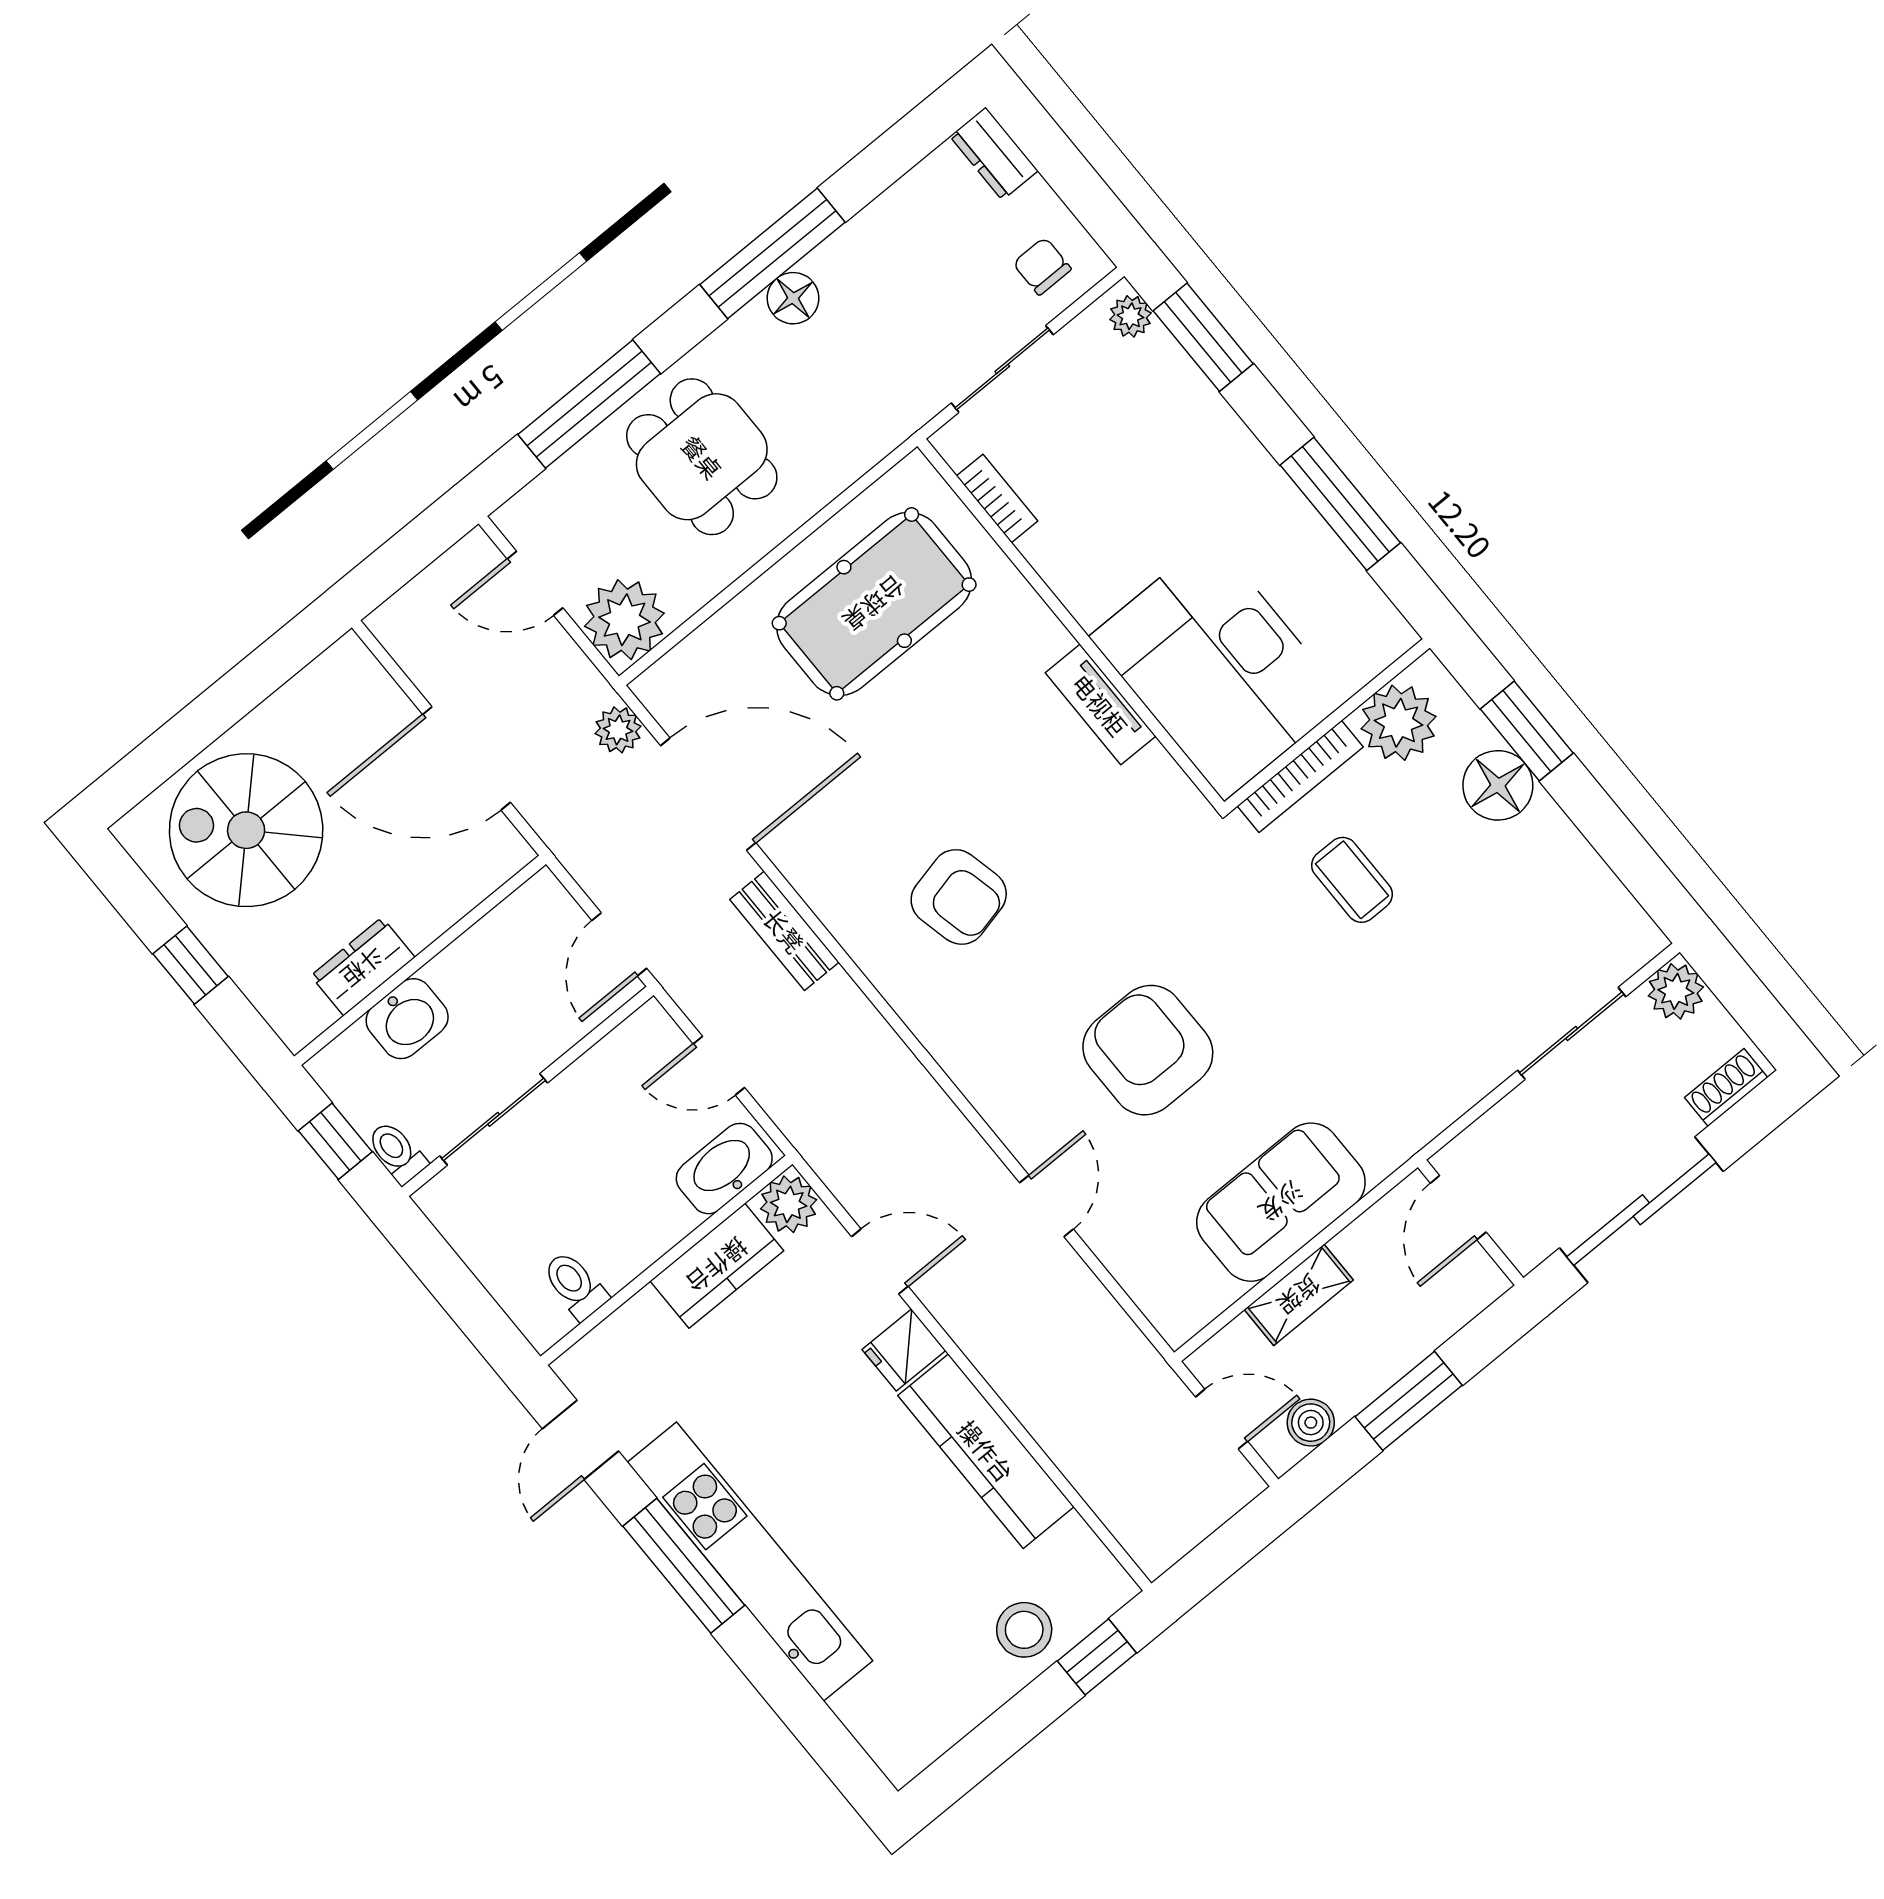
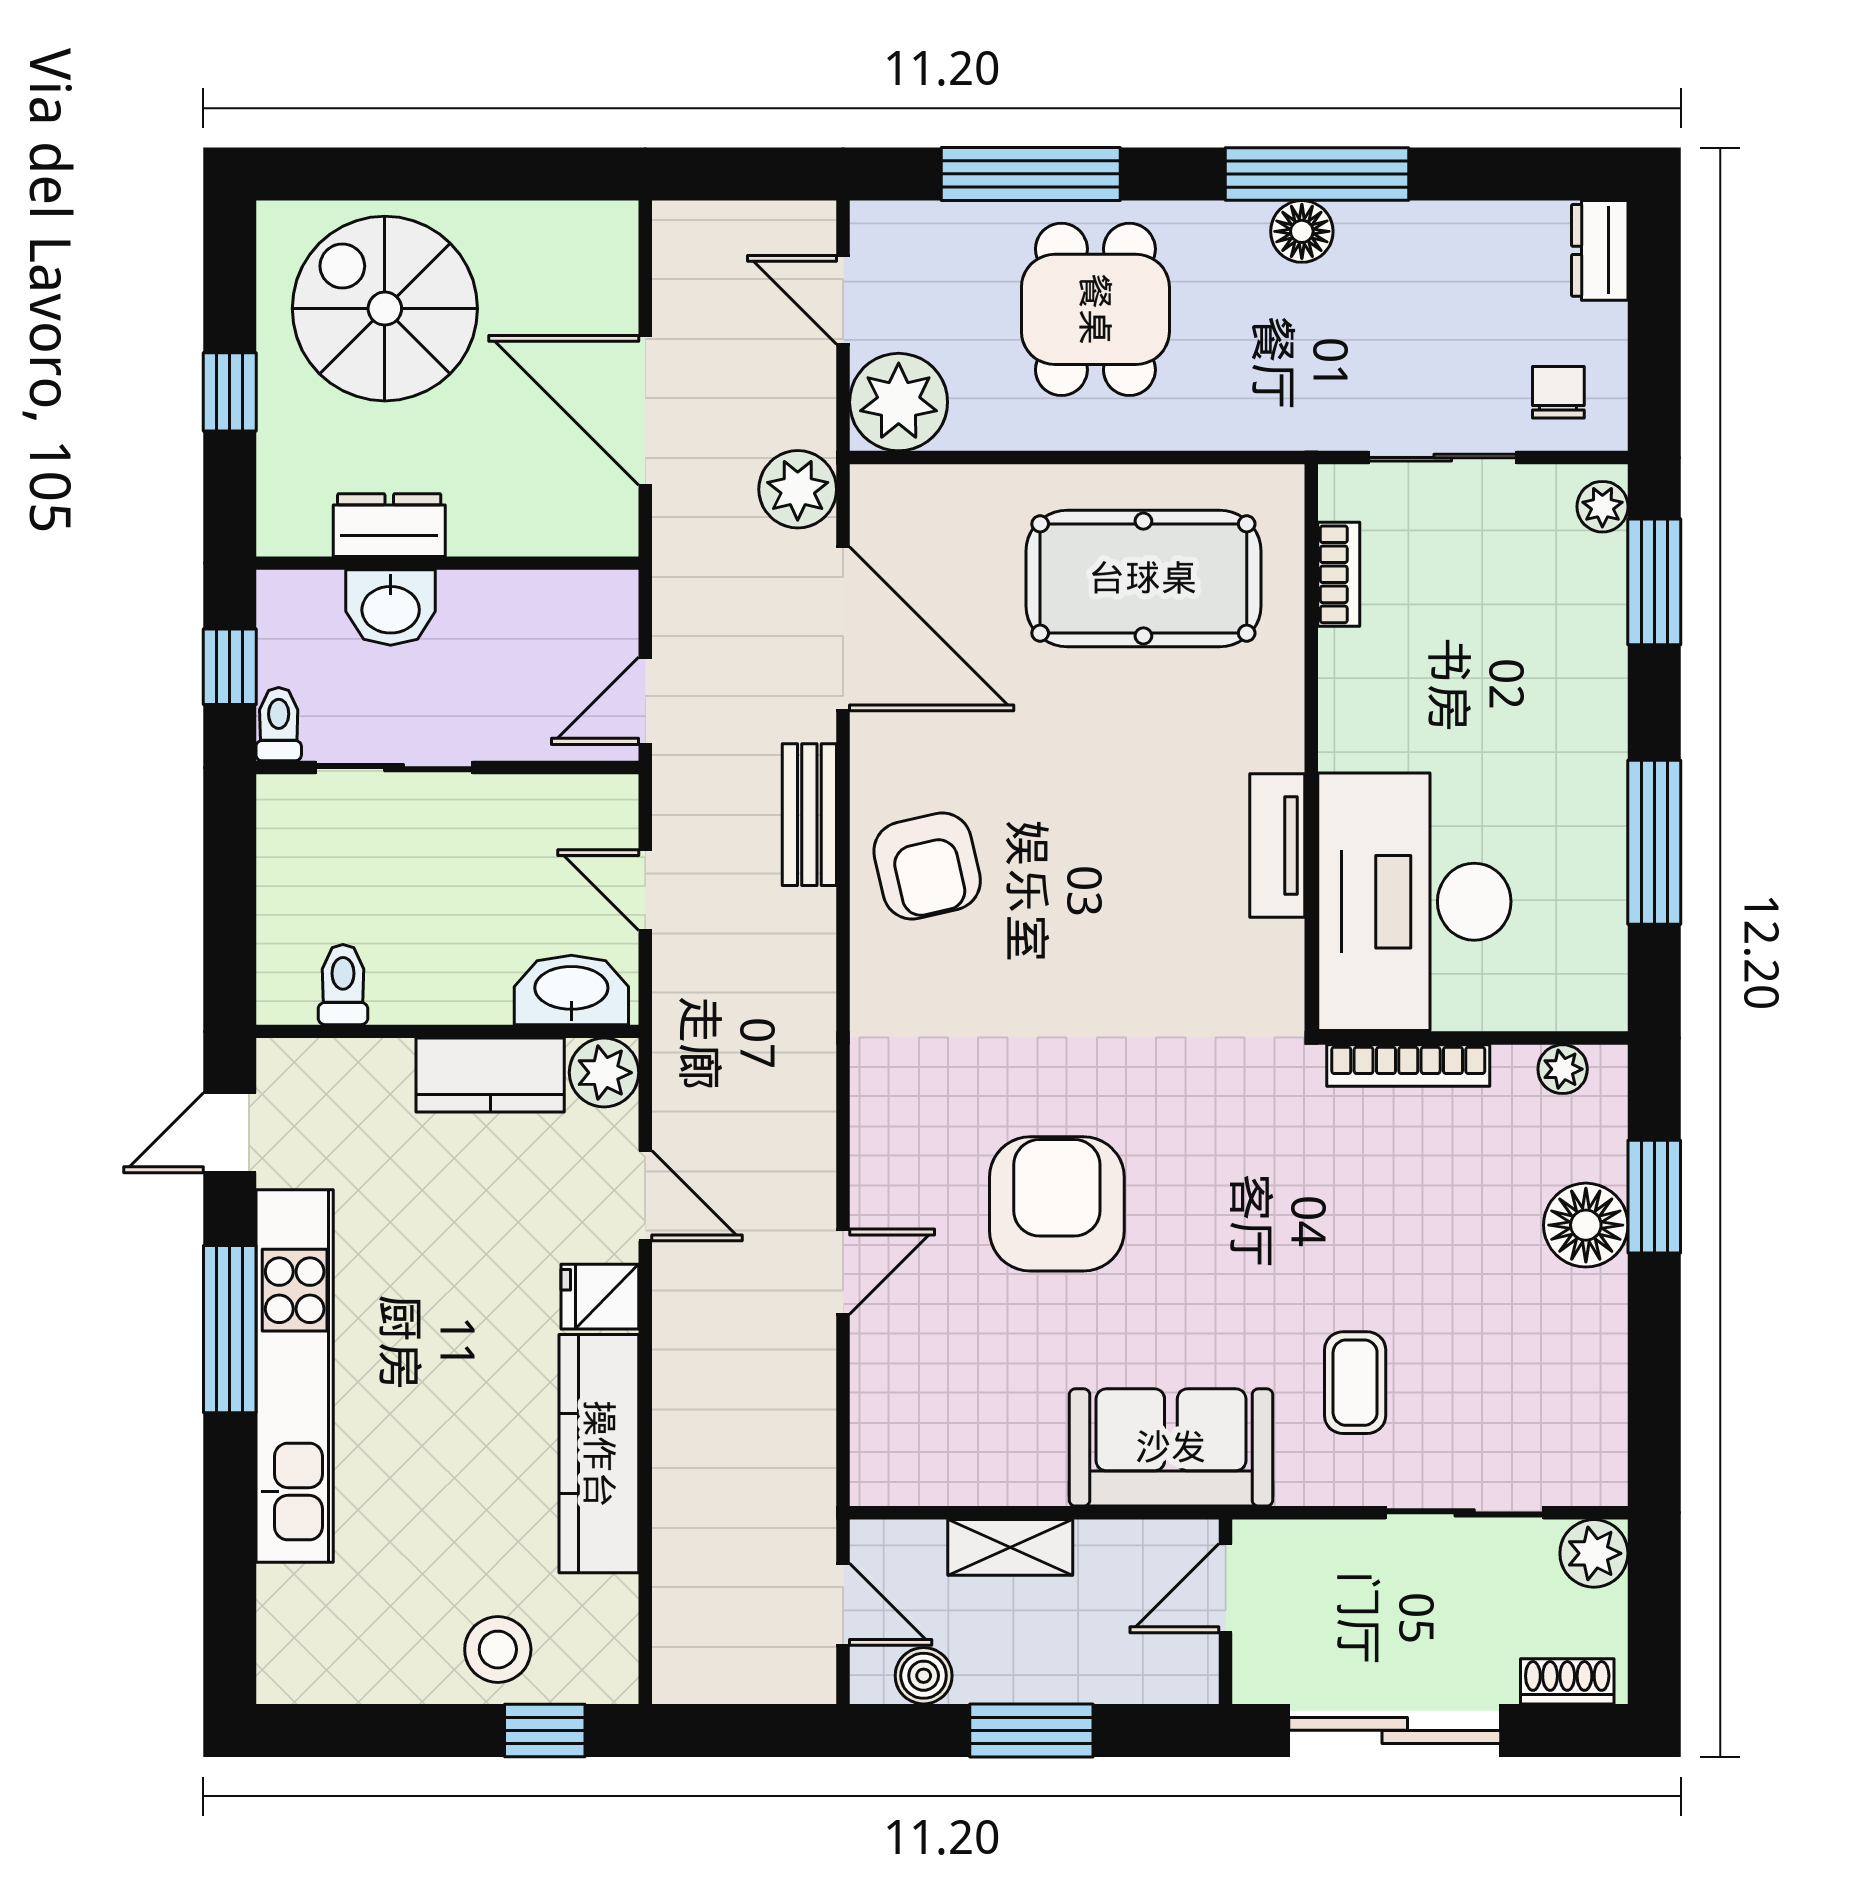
plant: (1398, 723) -> (1563, 1069), width x0.53, depth x0.53
plant: (618, 730) -> (798, 489), width x1.38, depth x1.38
coffee table: (1352, 880) -> (1355, 1383), moved
armchair: (959, 897) -> (927, 866), moved
sofa: (1281, 1202) -> (1171, 1447), moved

